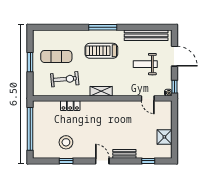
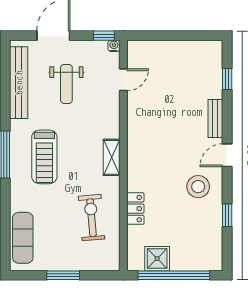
exercise mat: (56, 56) -> (23, 238), moved
shower: (164, 137) -> (157, 259), moved
stool: (66, 142) -> (198, 187), moved

